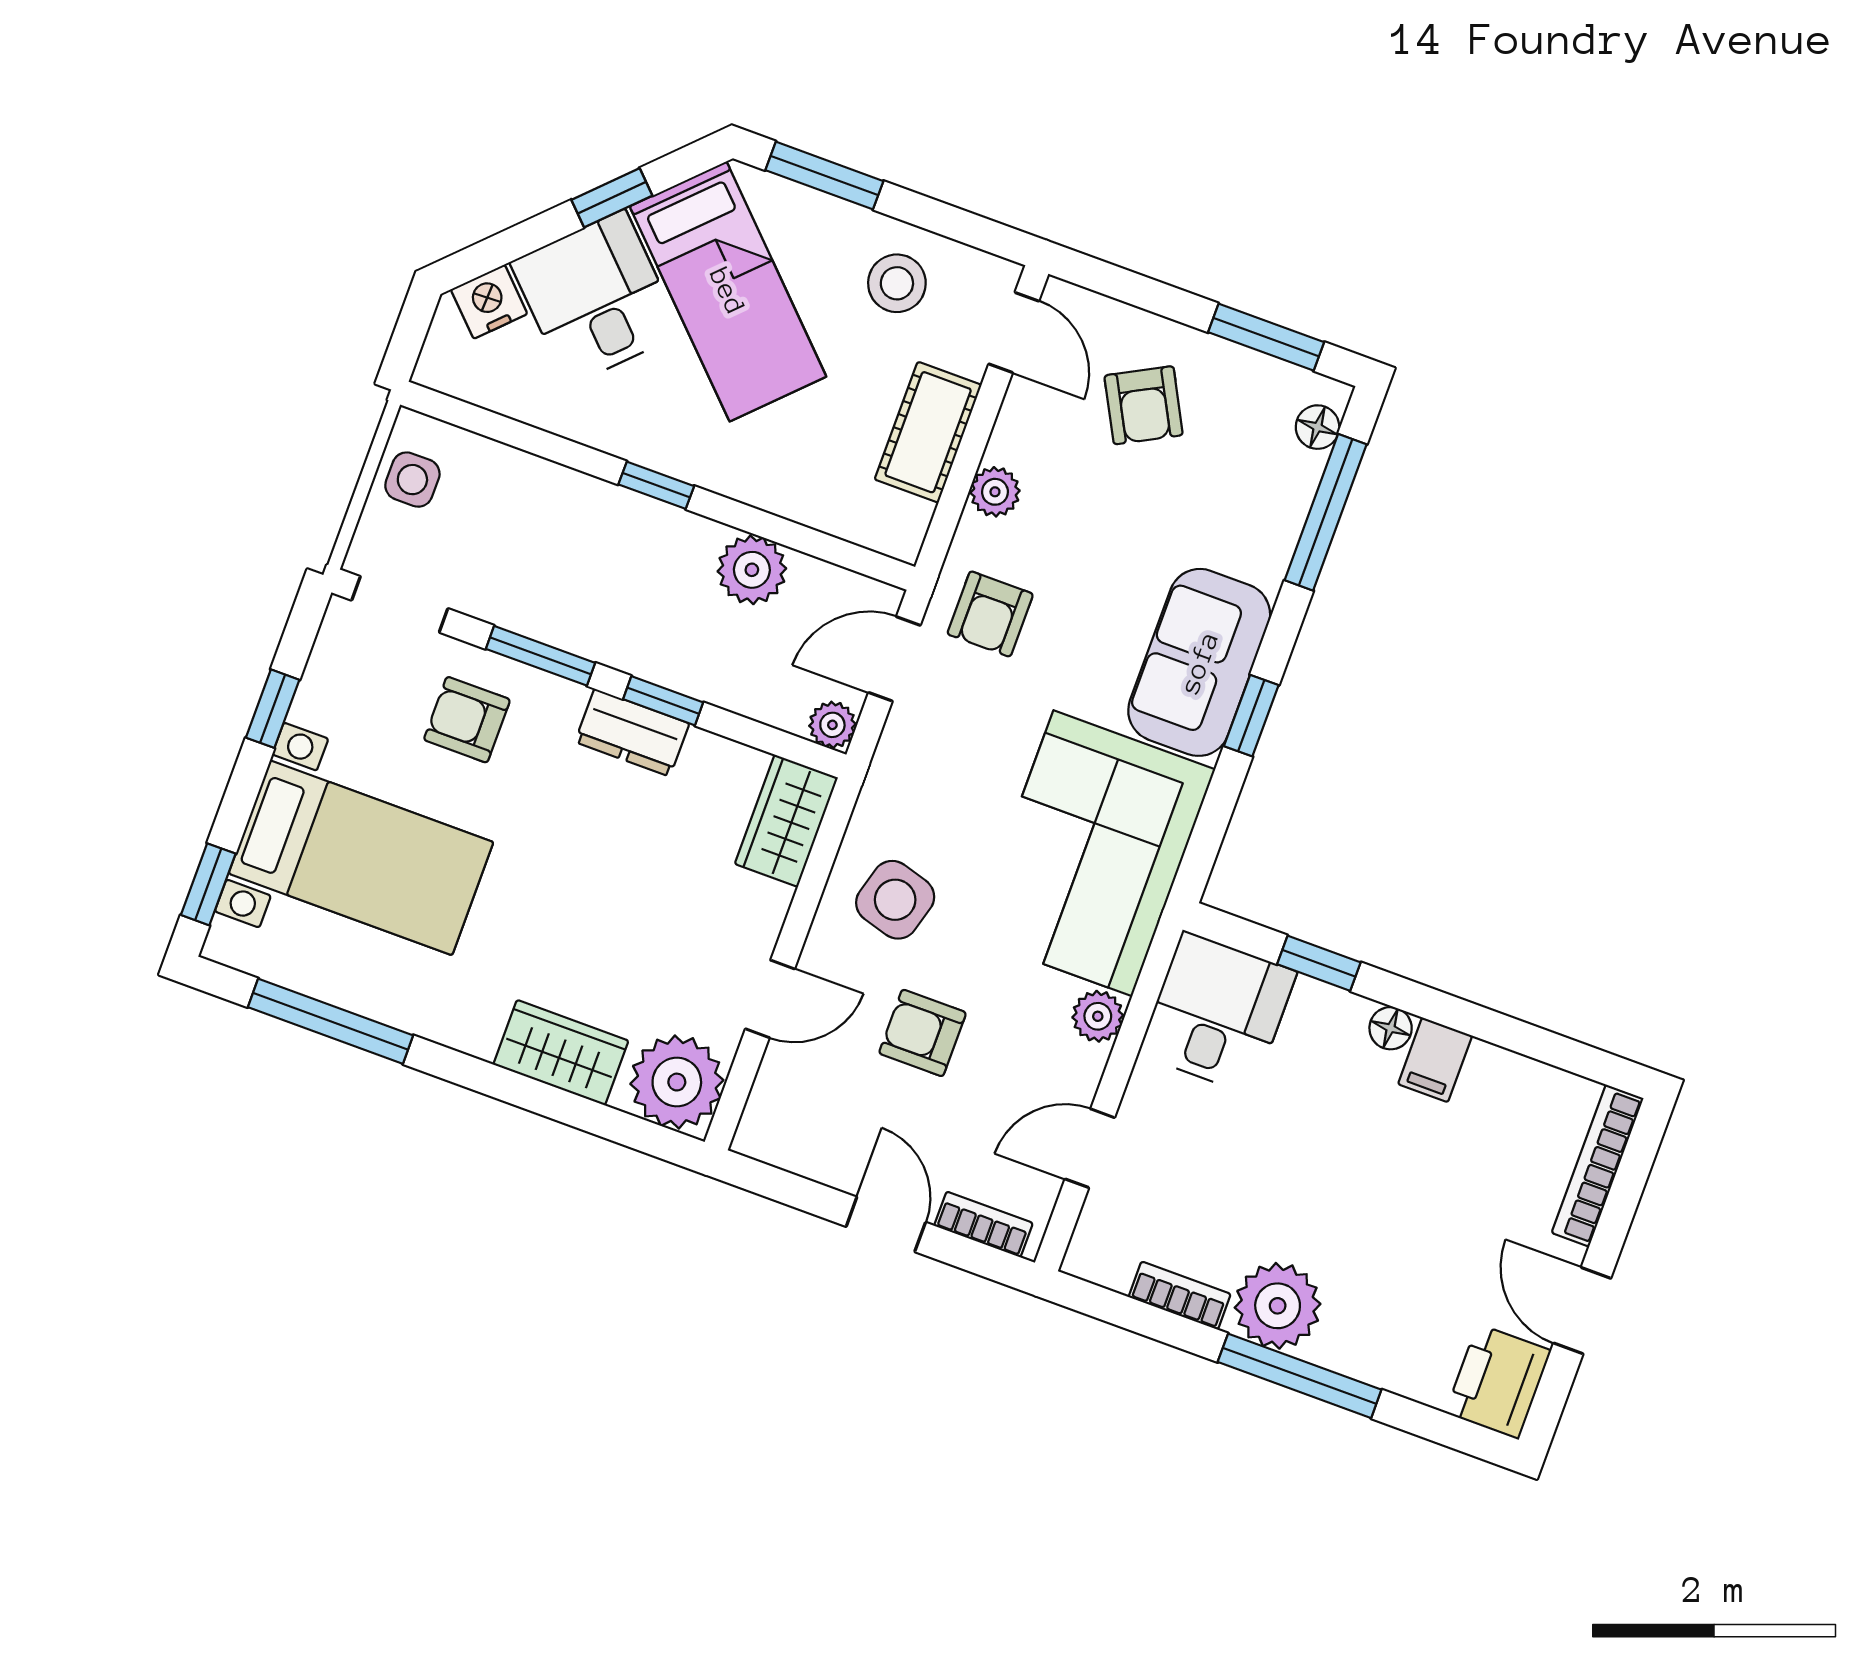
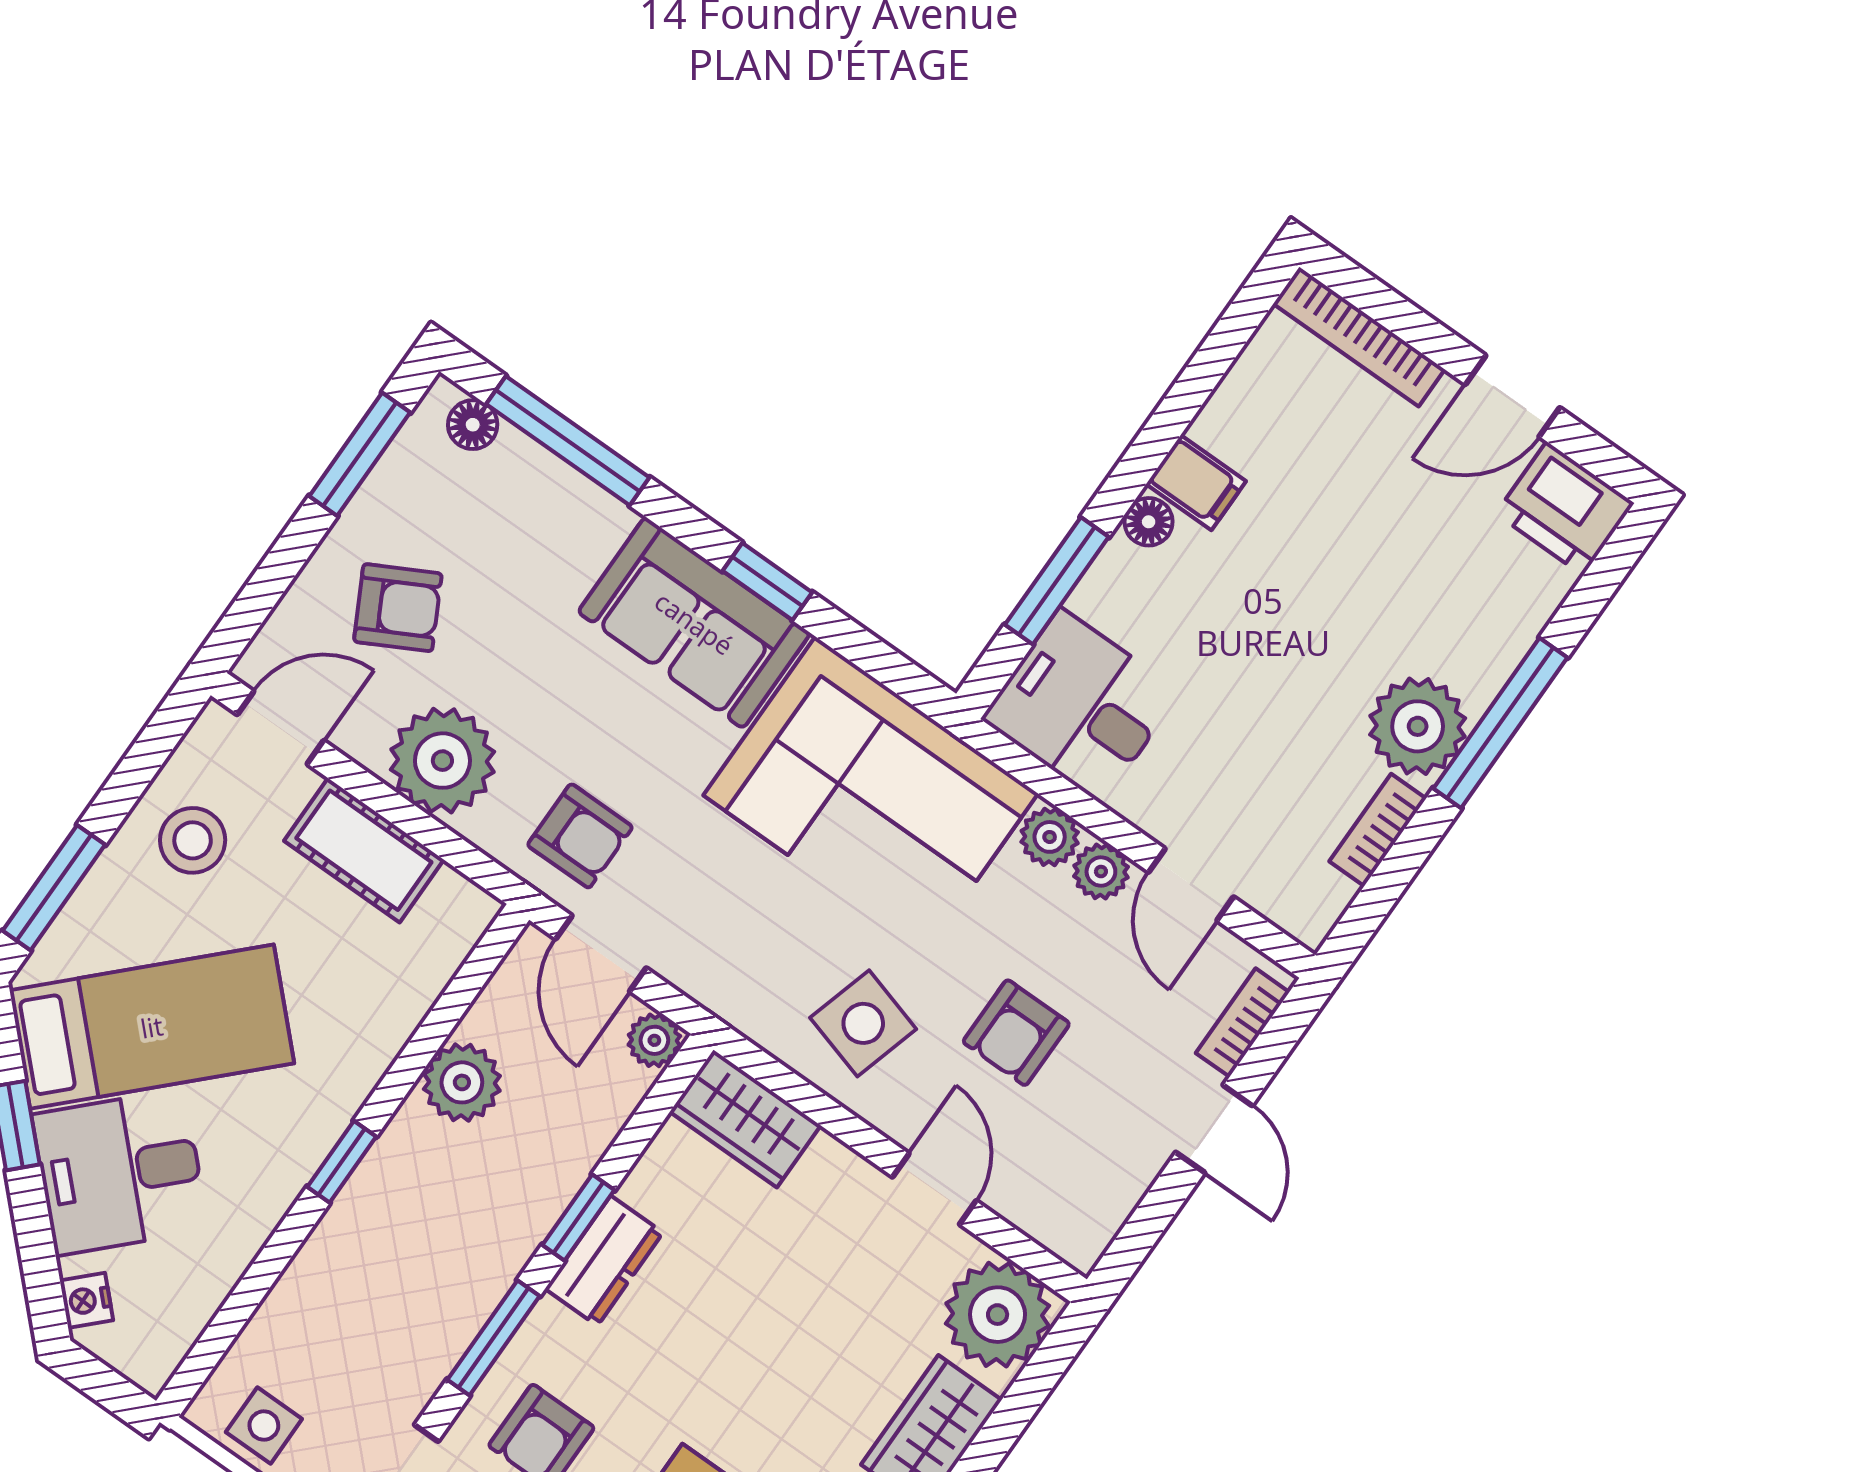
nightstand: (489, 302) -> (86, 1300), width x0.72, depth x0.74
plant: (995, 492) -> (442, 761), width x1.88, depth x1.88
window: (1319, 963) -> (1057, 581), width x1.50
plant: (1080, 1068) -> (1101, 871), added
door: (886, 1224) -> (1214, 1129), swing flipped

